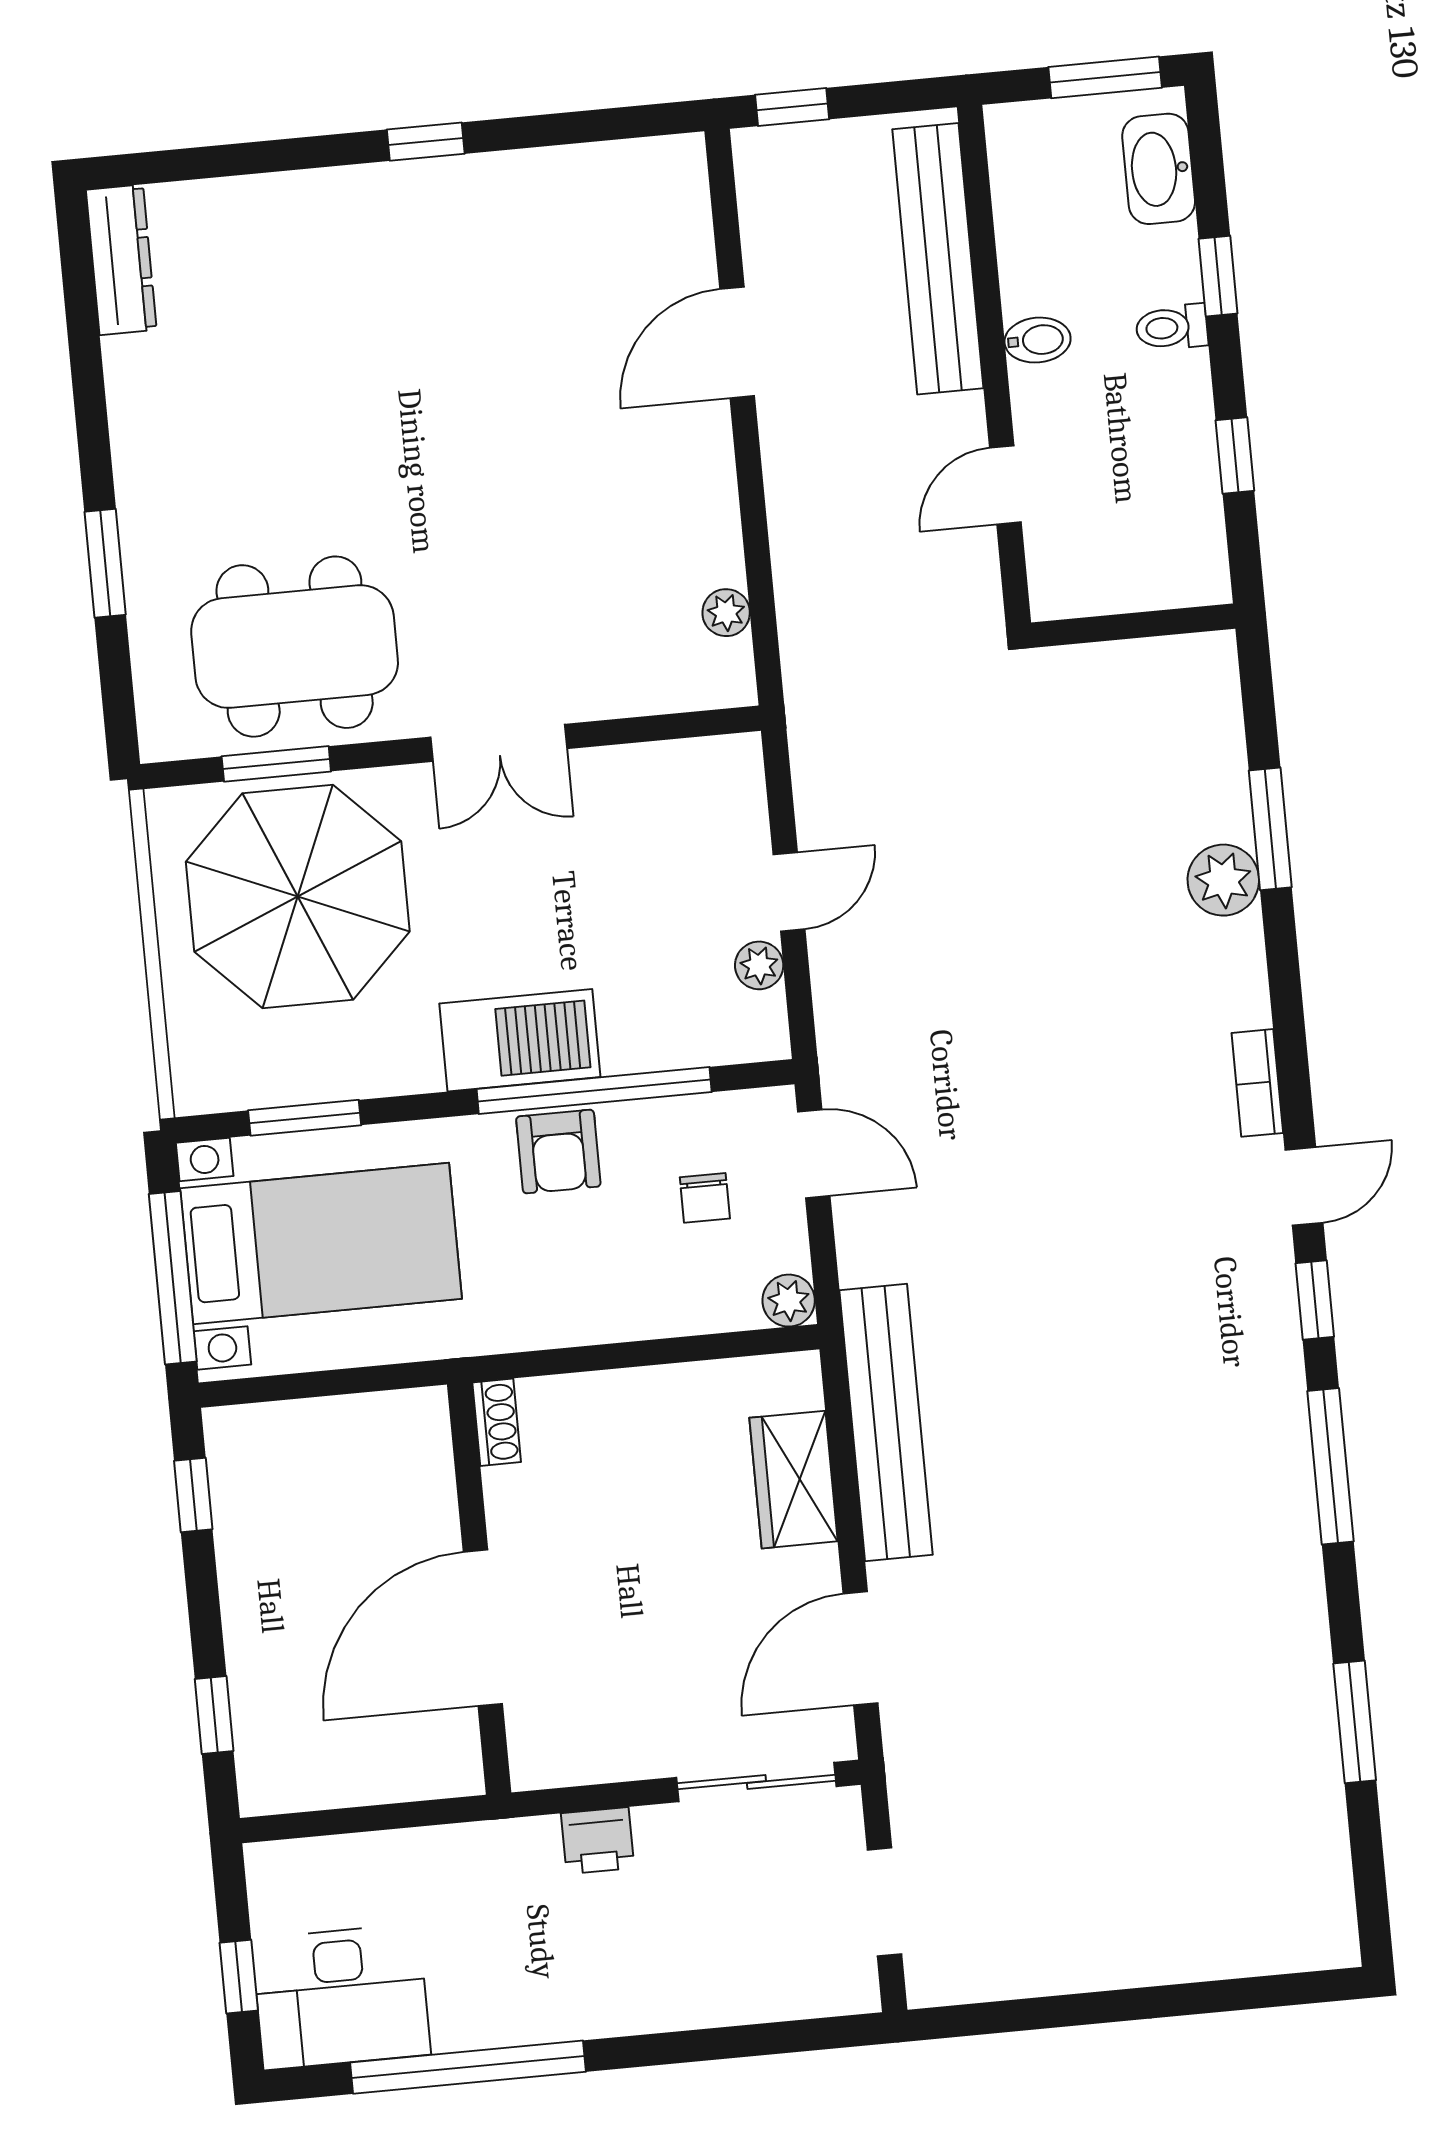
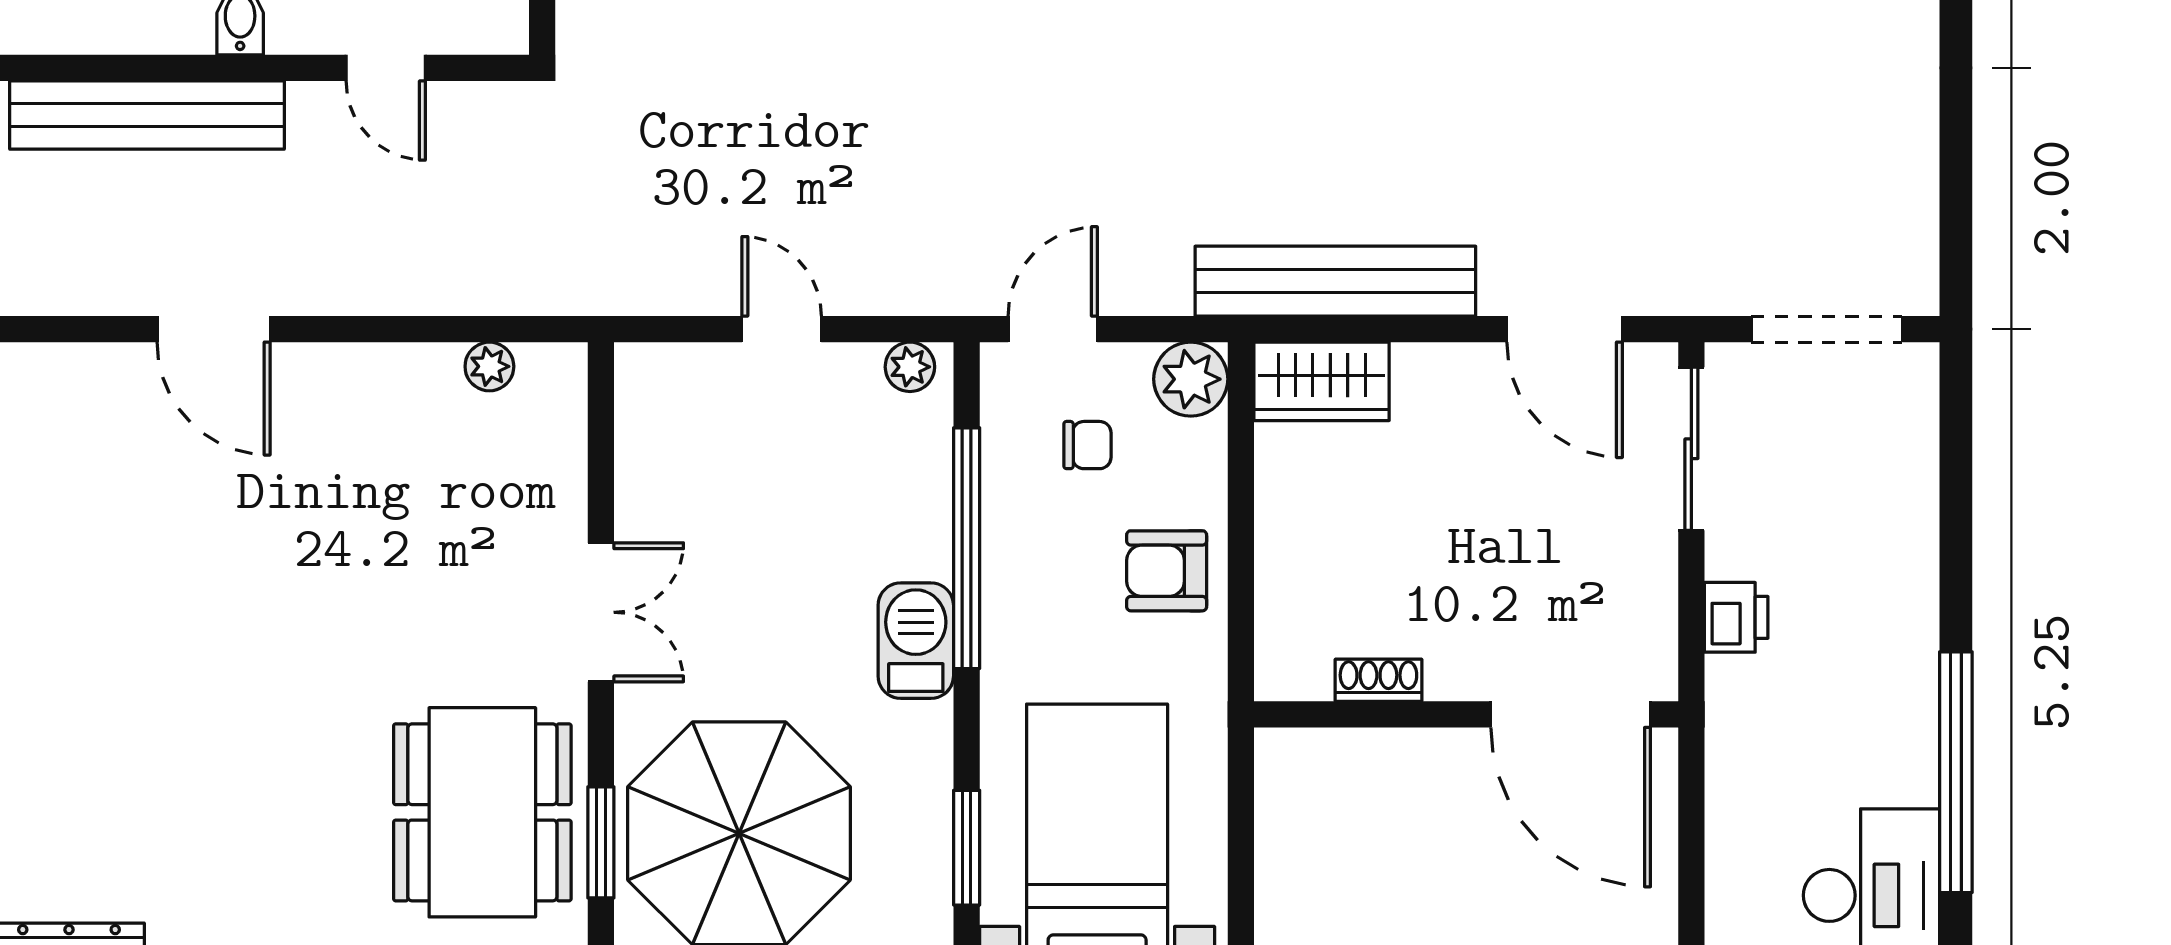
plant: (759, 965) -> (910, 367), moved
barbecue: (520, 1040) -> (916, 641), width x0.73, depth x0.83
armchair: (558, 1152) -> (1167, 571), moved, turned 180
plant: (789, 1301) -> (1191, 379), width x1.38, depth x1.38
shoe rack: (497, 1422) -> (1378, 680), moved
wardrobe: (794, 1480) -> (1322, 381), moved
door: (483, 1628) -> (1571, 714), moved
doorway: (884, 1902) -> (1827, 329), width x1.38

